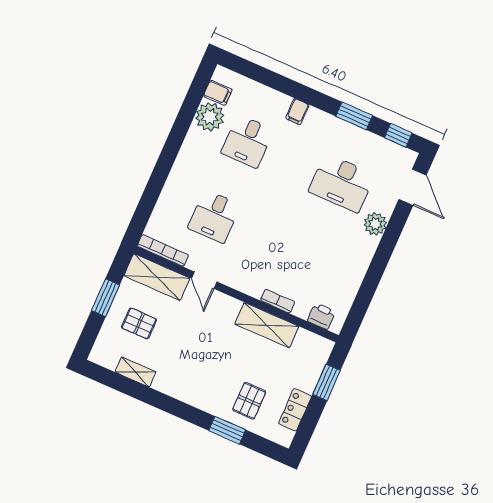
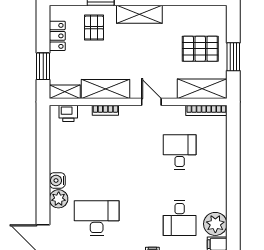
desk: (247, 141) -> (180, 218), turned 180
water cooler: (368, 245) -> (57, 180), added
door: (204, 280) -> (151, 102), moved
pallet: (139, 323) -> (200, 49), width x1.50, depth x1.42
shelving: (315, 343) -> (65, 92), added
shelving: (136, 372) -> (139, 14), moved, width x1.50, depth x1.33

